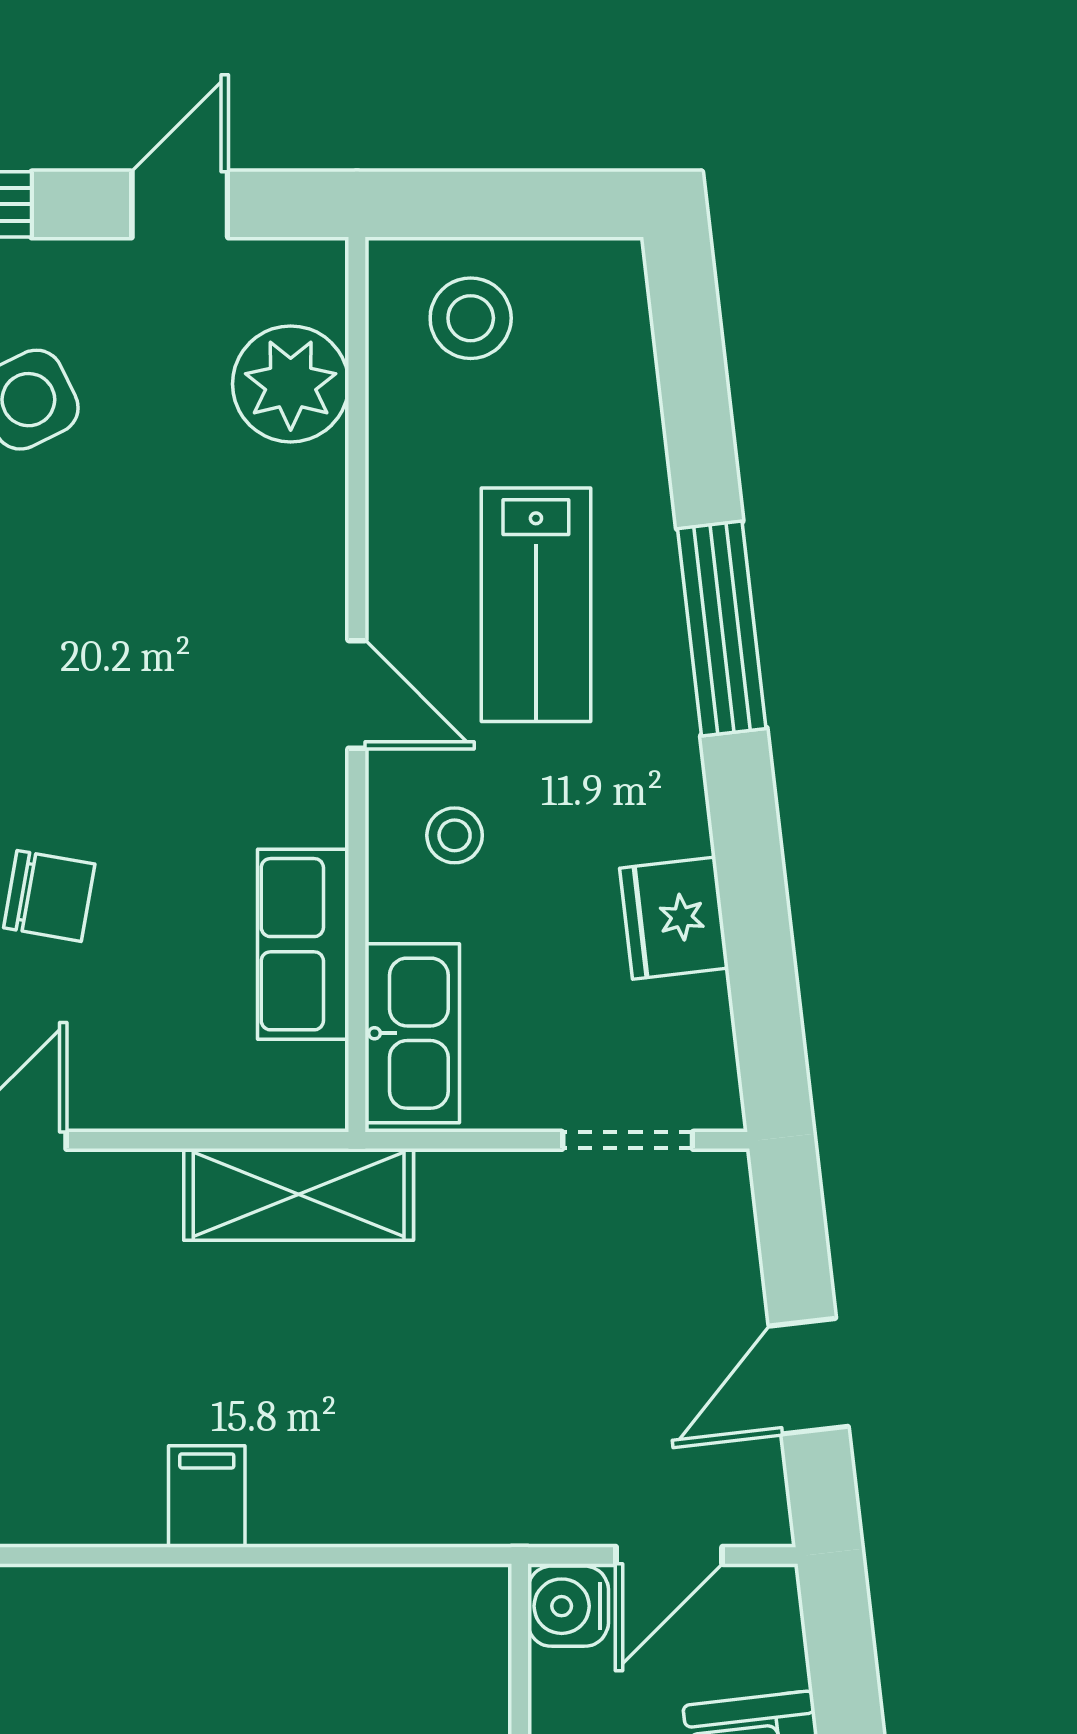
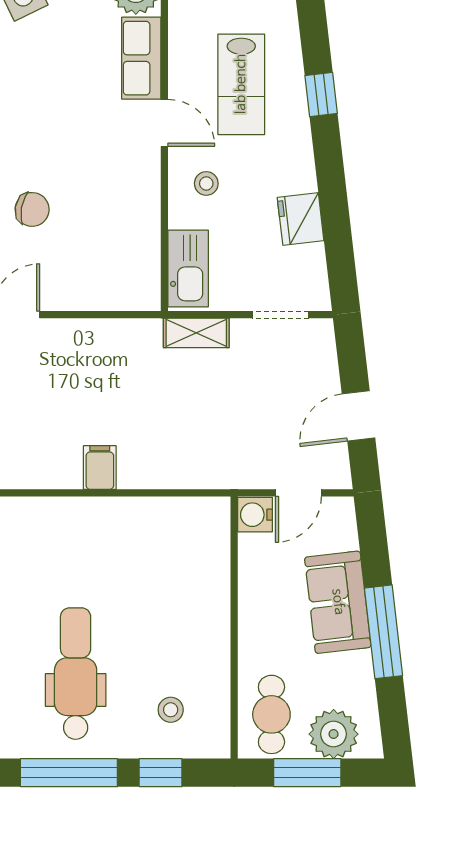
window: (722, 629) -> (321, 95), width x0.46
row of seats: (303, 944) -> (141, 58), moved
shelving: (299, 1194) -> (196, 333), moved, width x0.67, depth x0.75

